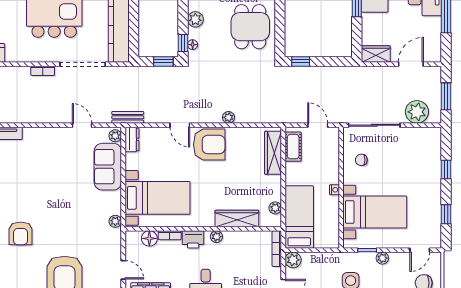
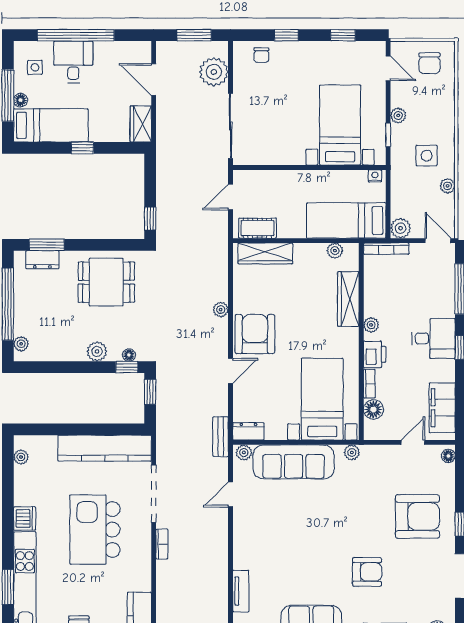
chair: (361, 160) -> (261, 55), moved
sofa: (108, 167) -> (294, 462), width x1.36
nightstand: (334, 190) -> (375, 176), moved

